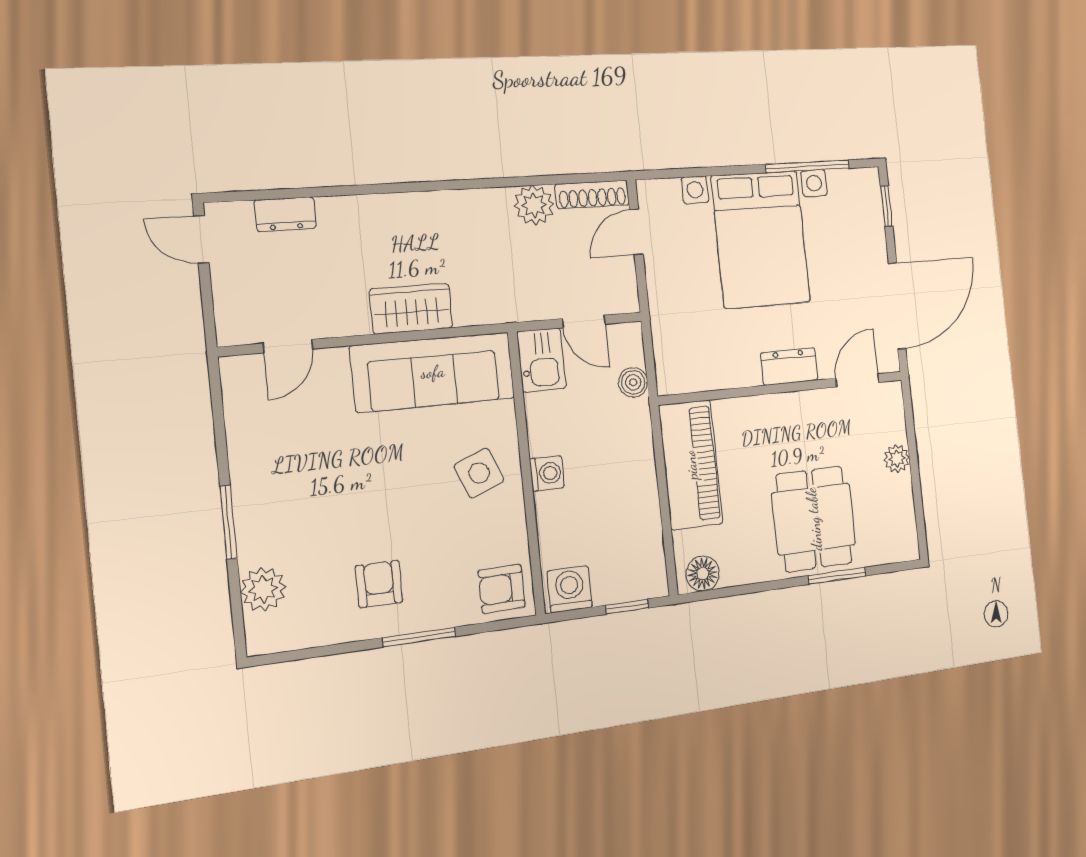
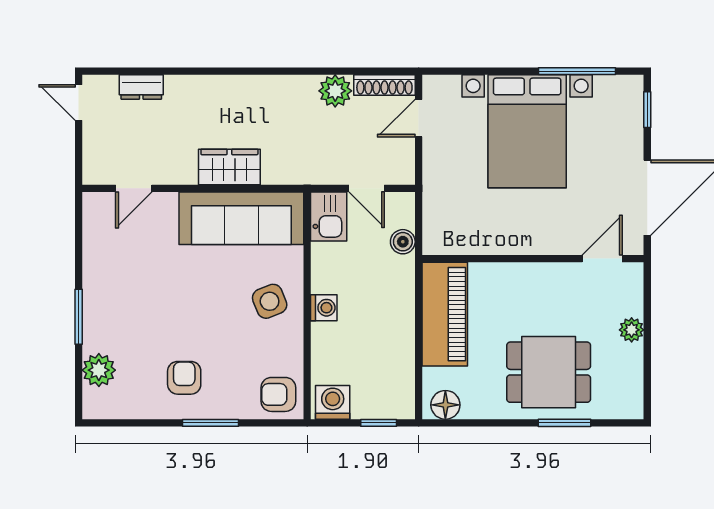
dresser: (789, 367) -> (541, 241), removed
dining table: (814, 519) -> (549, 372), turned 90

